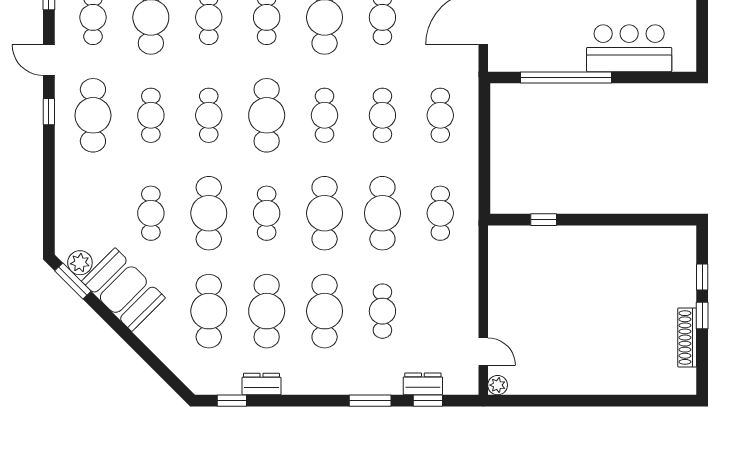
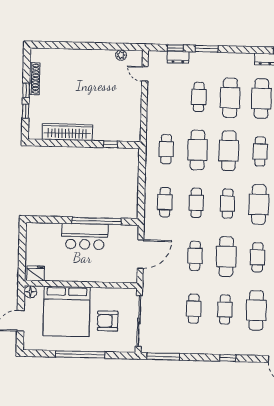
bar counter: (629, 48) -> (85, 236), moved
wardrobe: (624, 240) -> (67, 132), added
plant: (498, 385) -> (121, 55), moved

